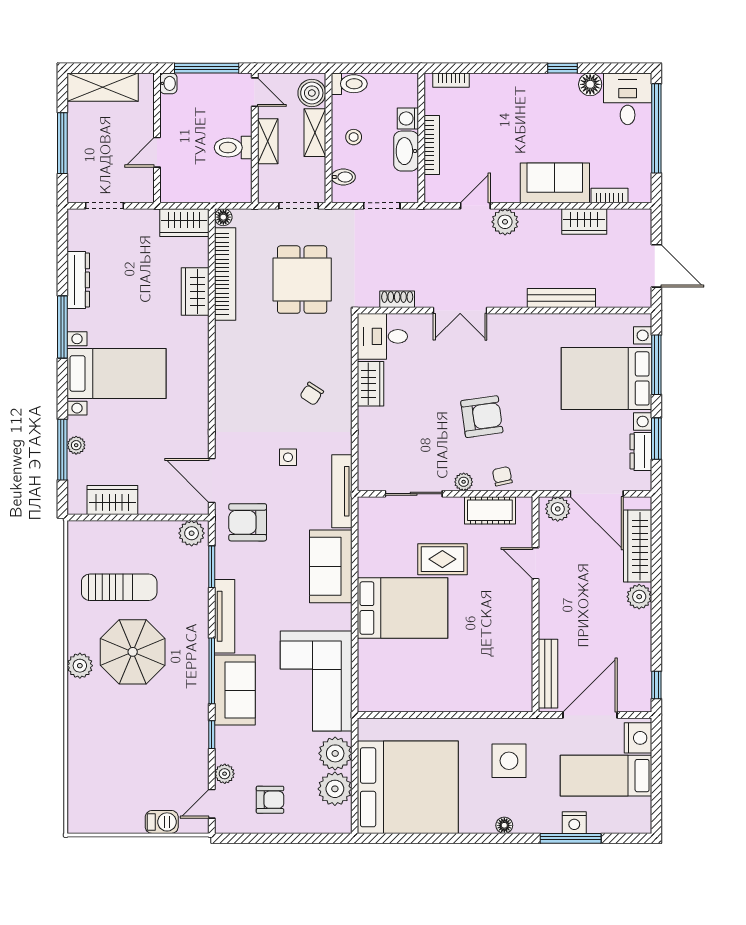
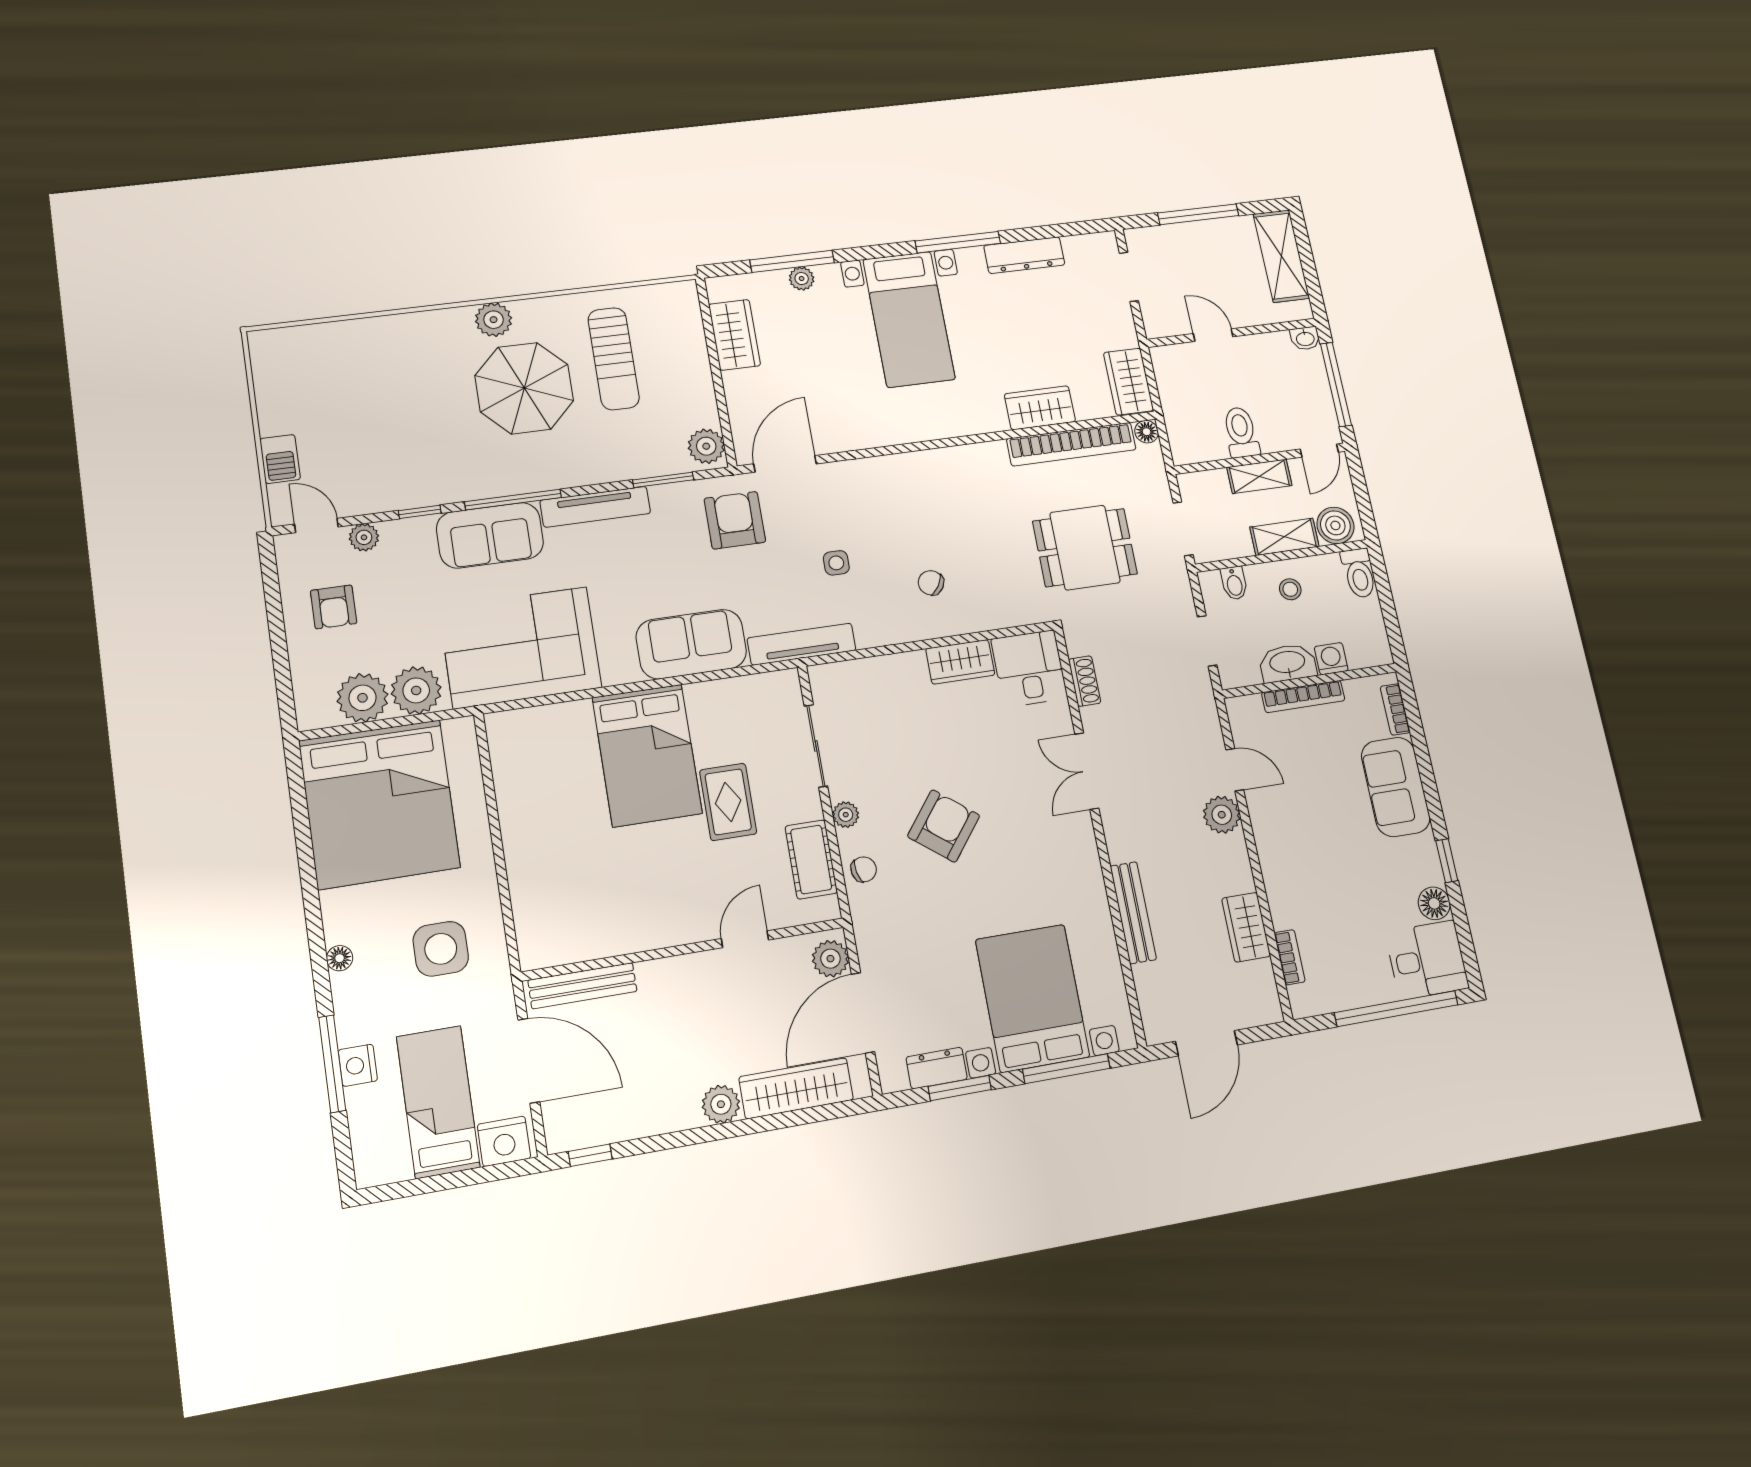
sofa: (555, 183) -> (1396, 787), moved, turned 180
armchair: (482, 417) -> (944, 826), turned -134

